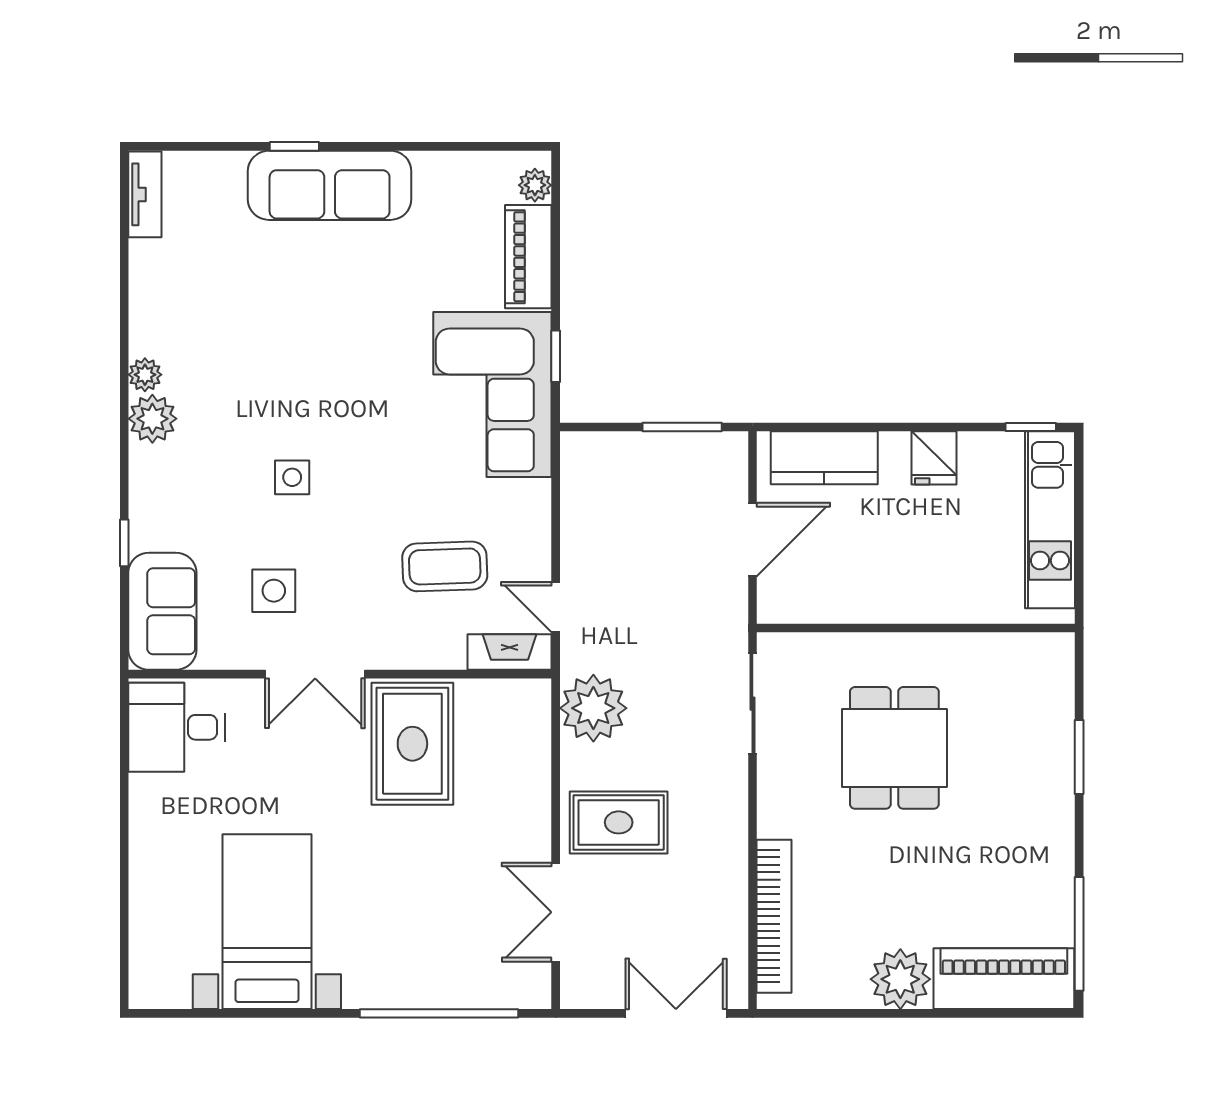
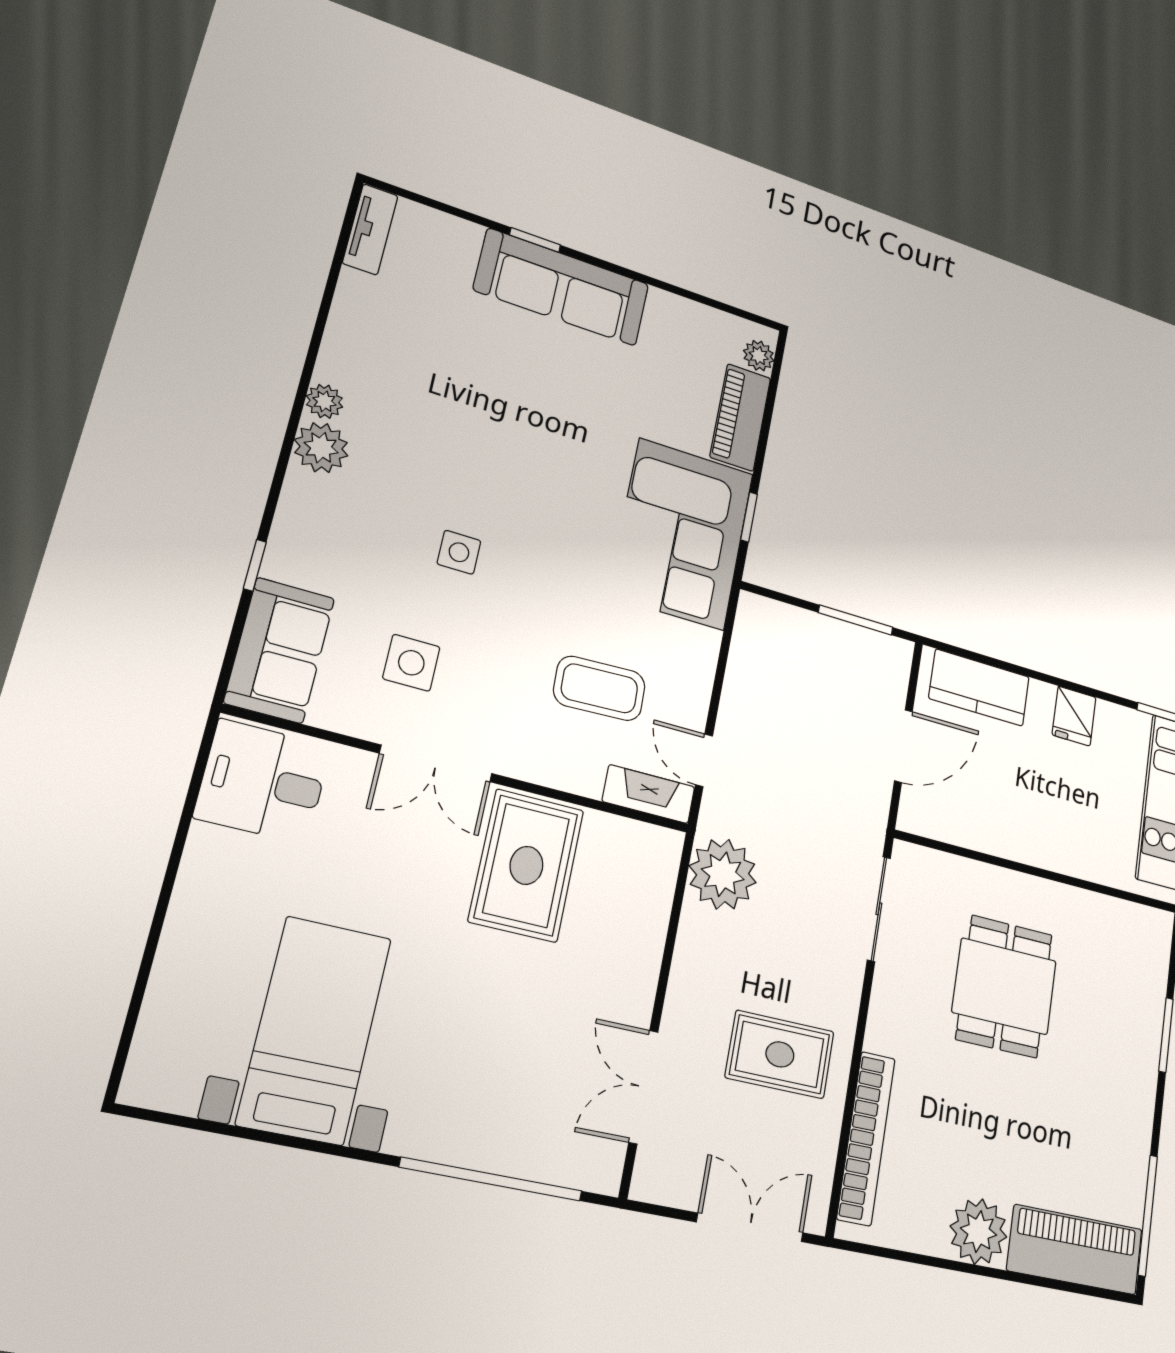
rug: (619, 822) -> (780, 1054), moved

